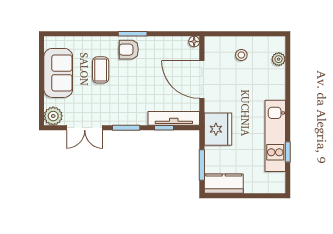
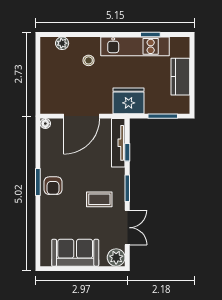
stool: (241, 55) -> (89, 60), moved
coffee table: (101, 70) -> (99, 199), moved
kitchen counter: (224, 184) -> (180, 77), moved

